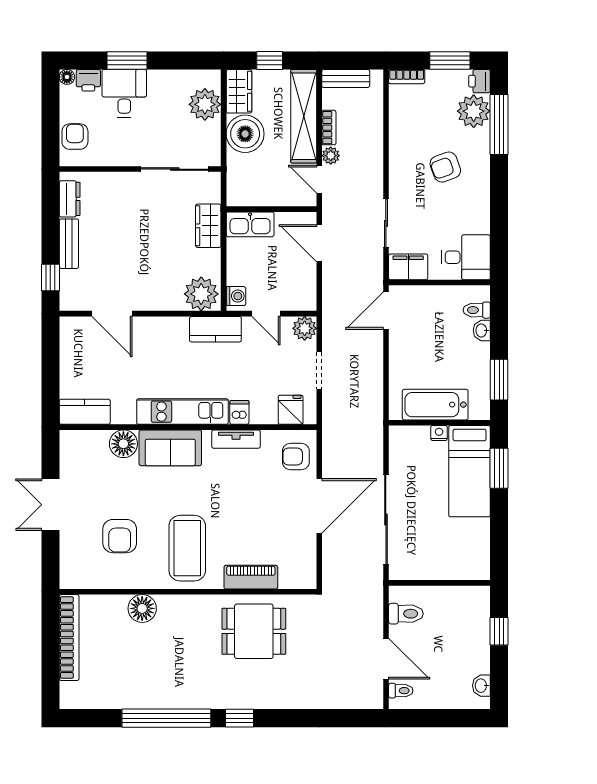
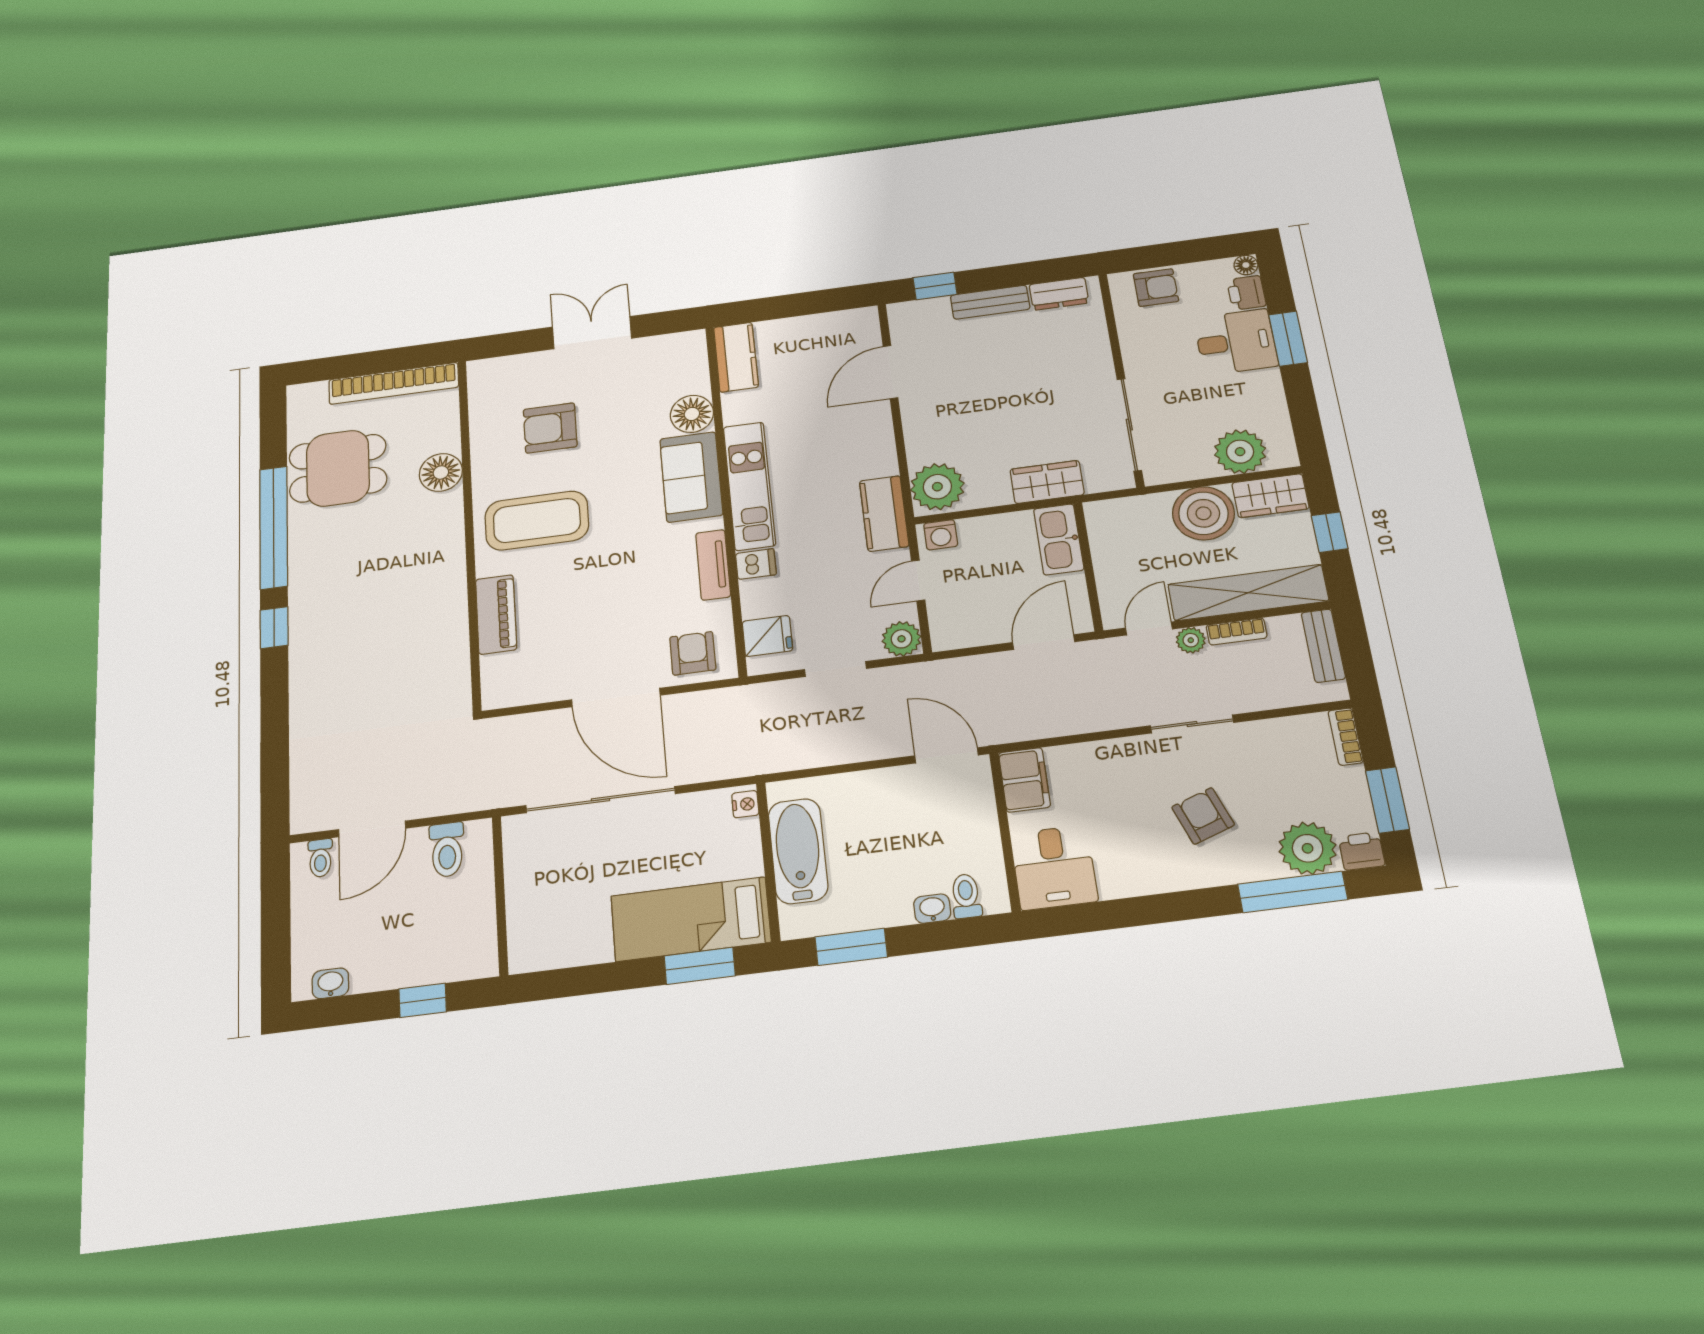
sliding door: (386, 223) -> (1192, 724), moved
nightstand: (439, 433) -> (745, 804), moved
dining table: (254, 631) -> (338, 468), moved, turned 90

